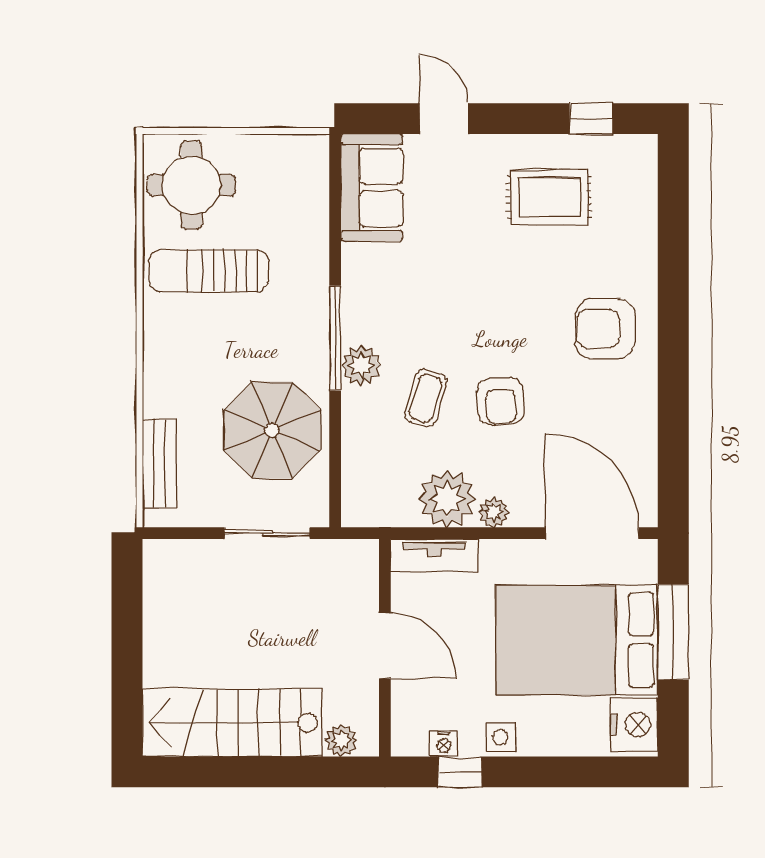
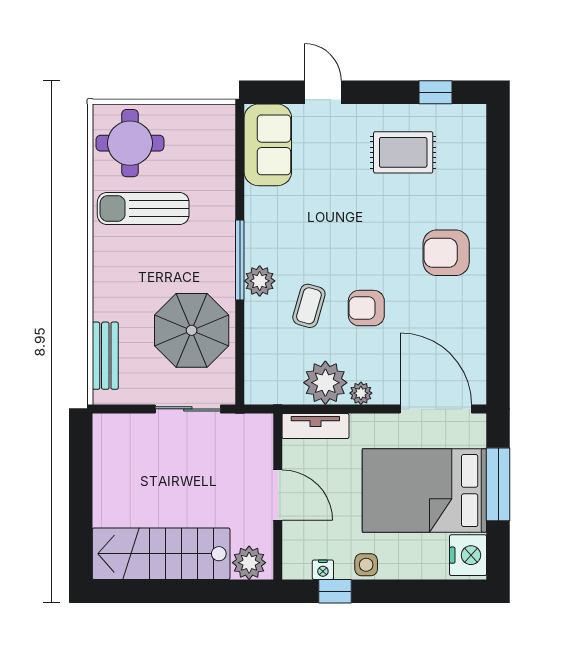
armchair: (501, 401) -> (366, 308), turned 93
plant: (341, 740) -> (249, 563), width x1.38, depth x1.38

